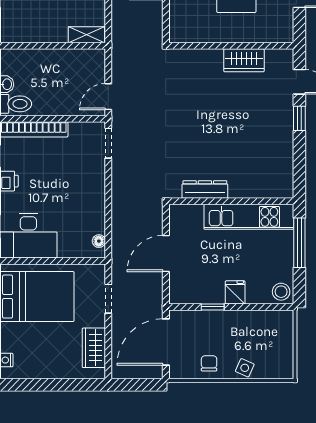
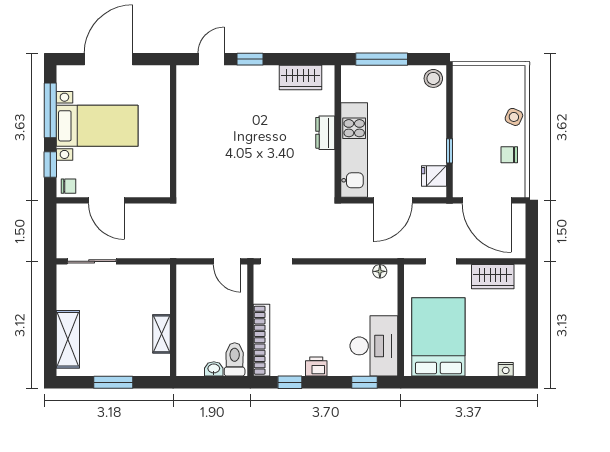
shelving: (86, 35) -> (161, 334), moved
wardrobe: (244, 60) -> (301, 78), moved, turned 90
dresser: (205, 190) -> (325, 133), moved, width x0.70
kitchen unit: (249, 217) -> (354, 150), moved
door: (166, 254) -> (393, 200), hinge flipped
fridge: (235, 292) -> (434, 176), moved

